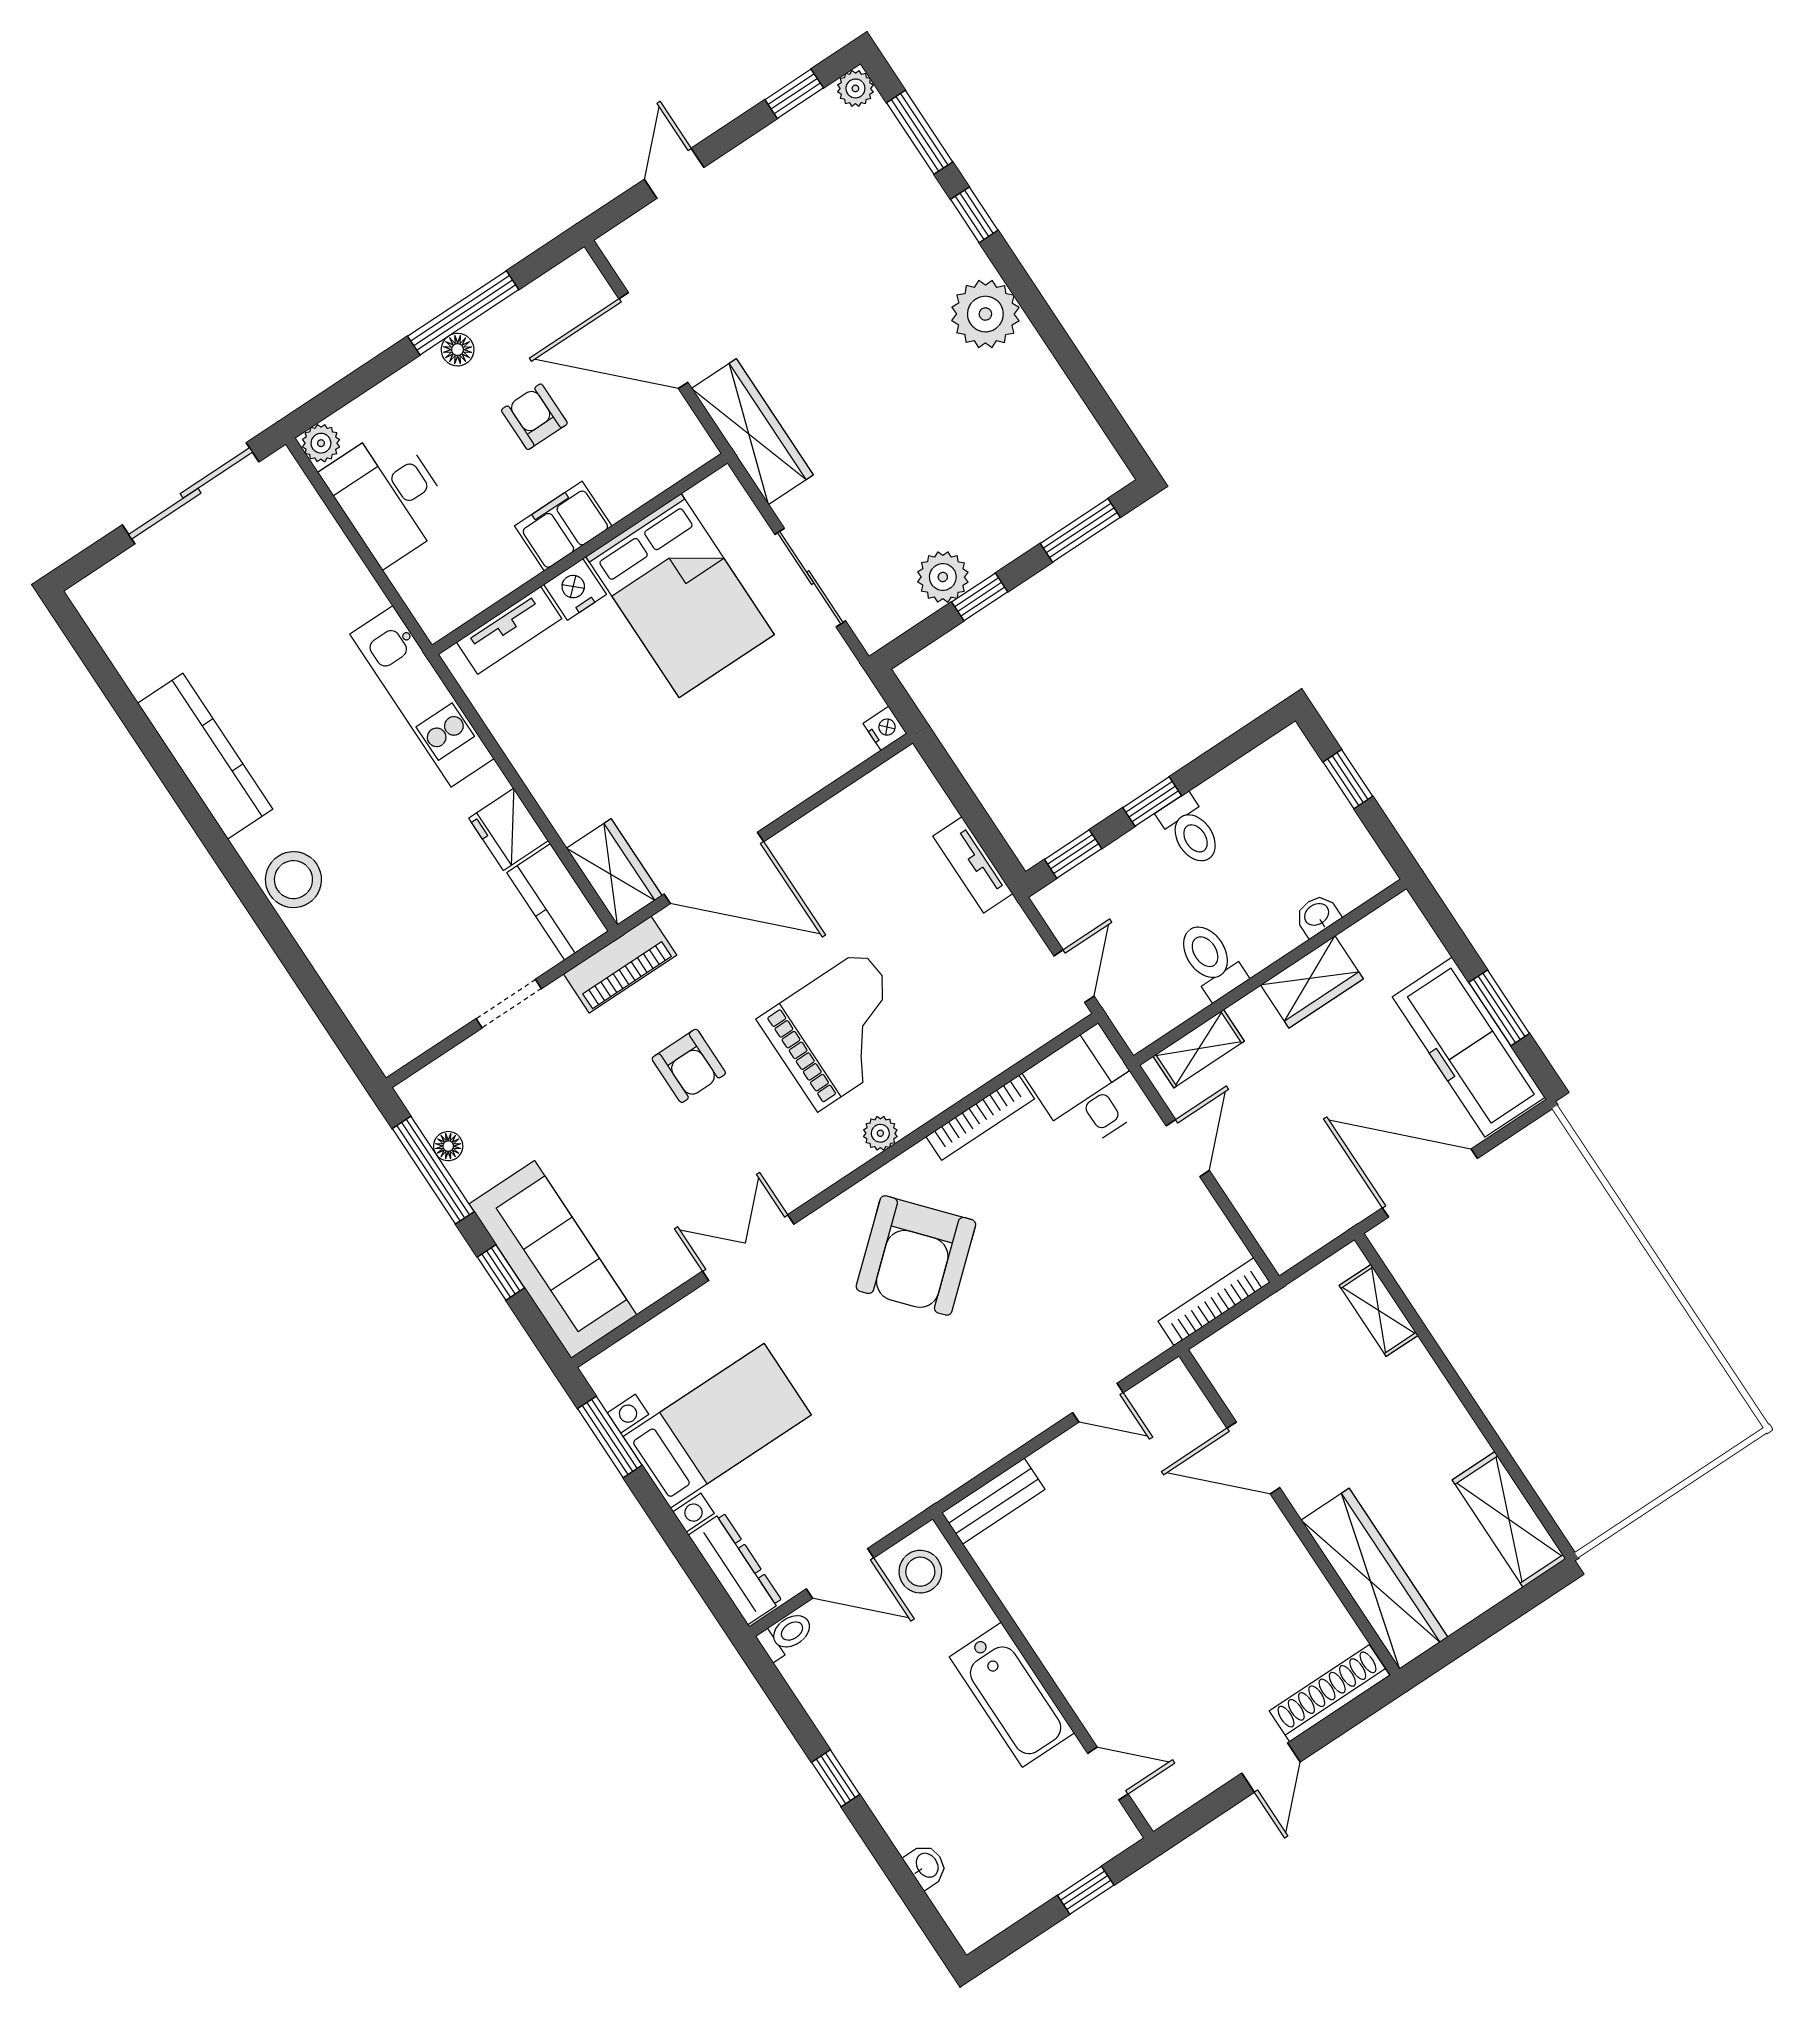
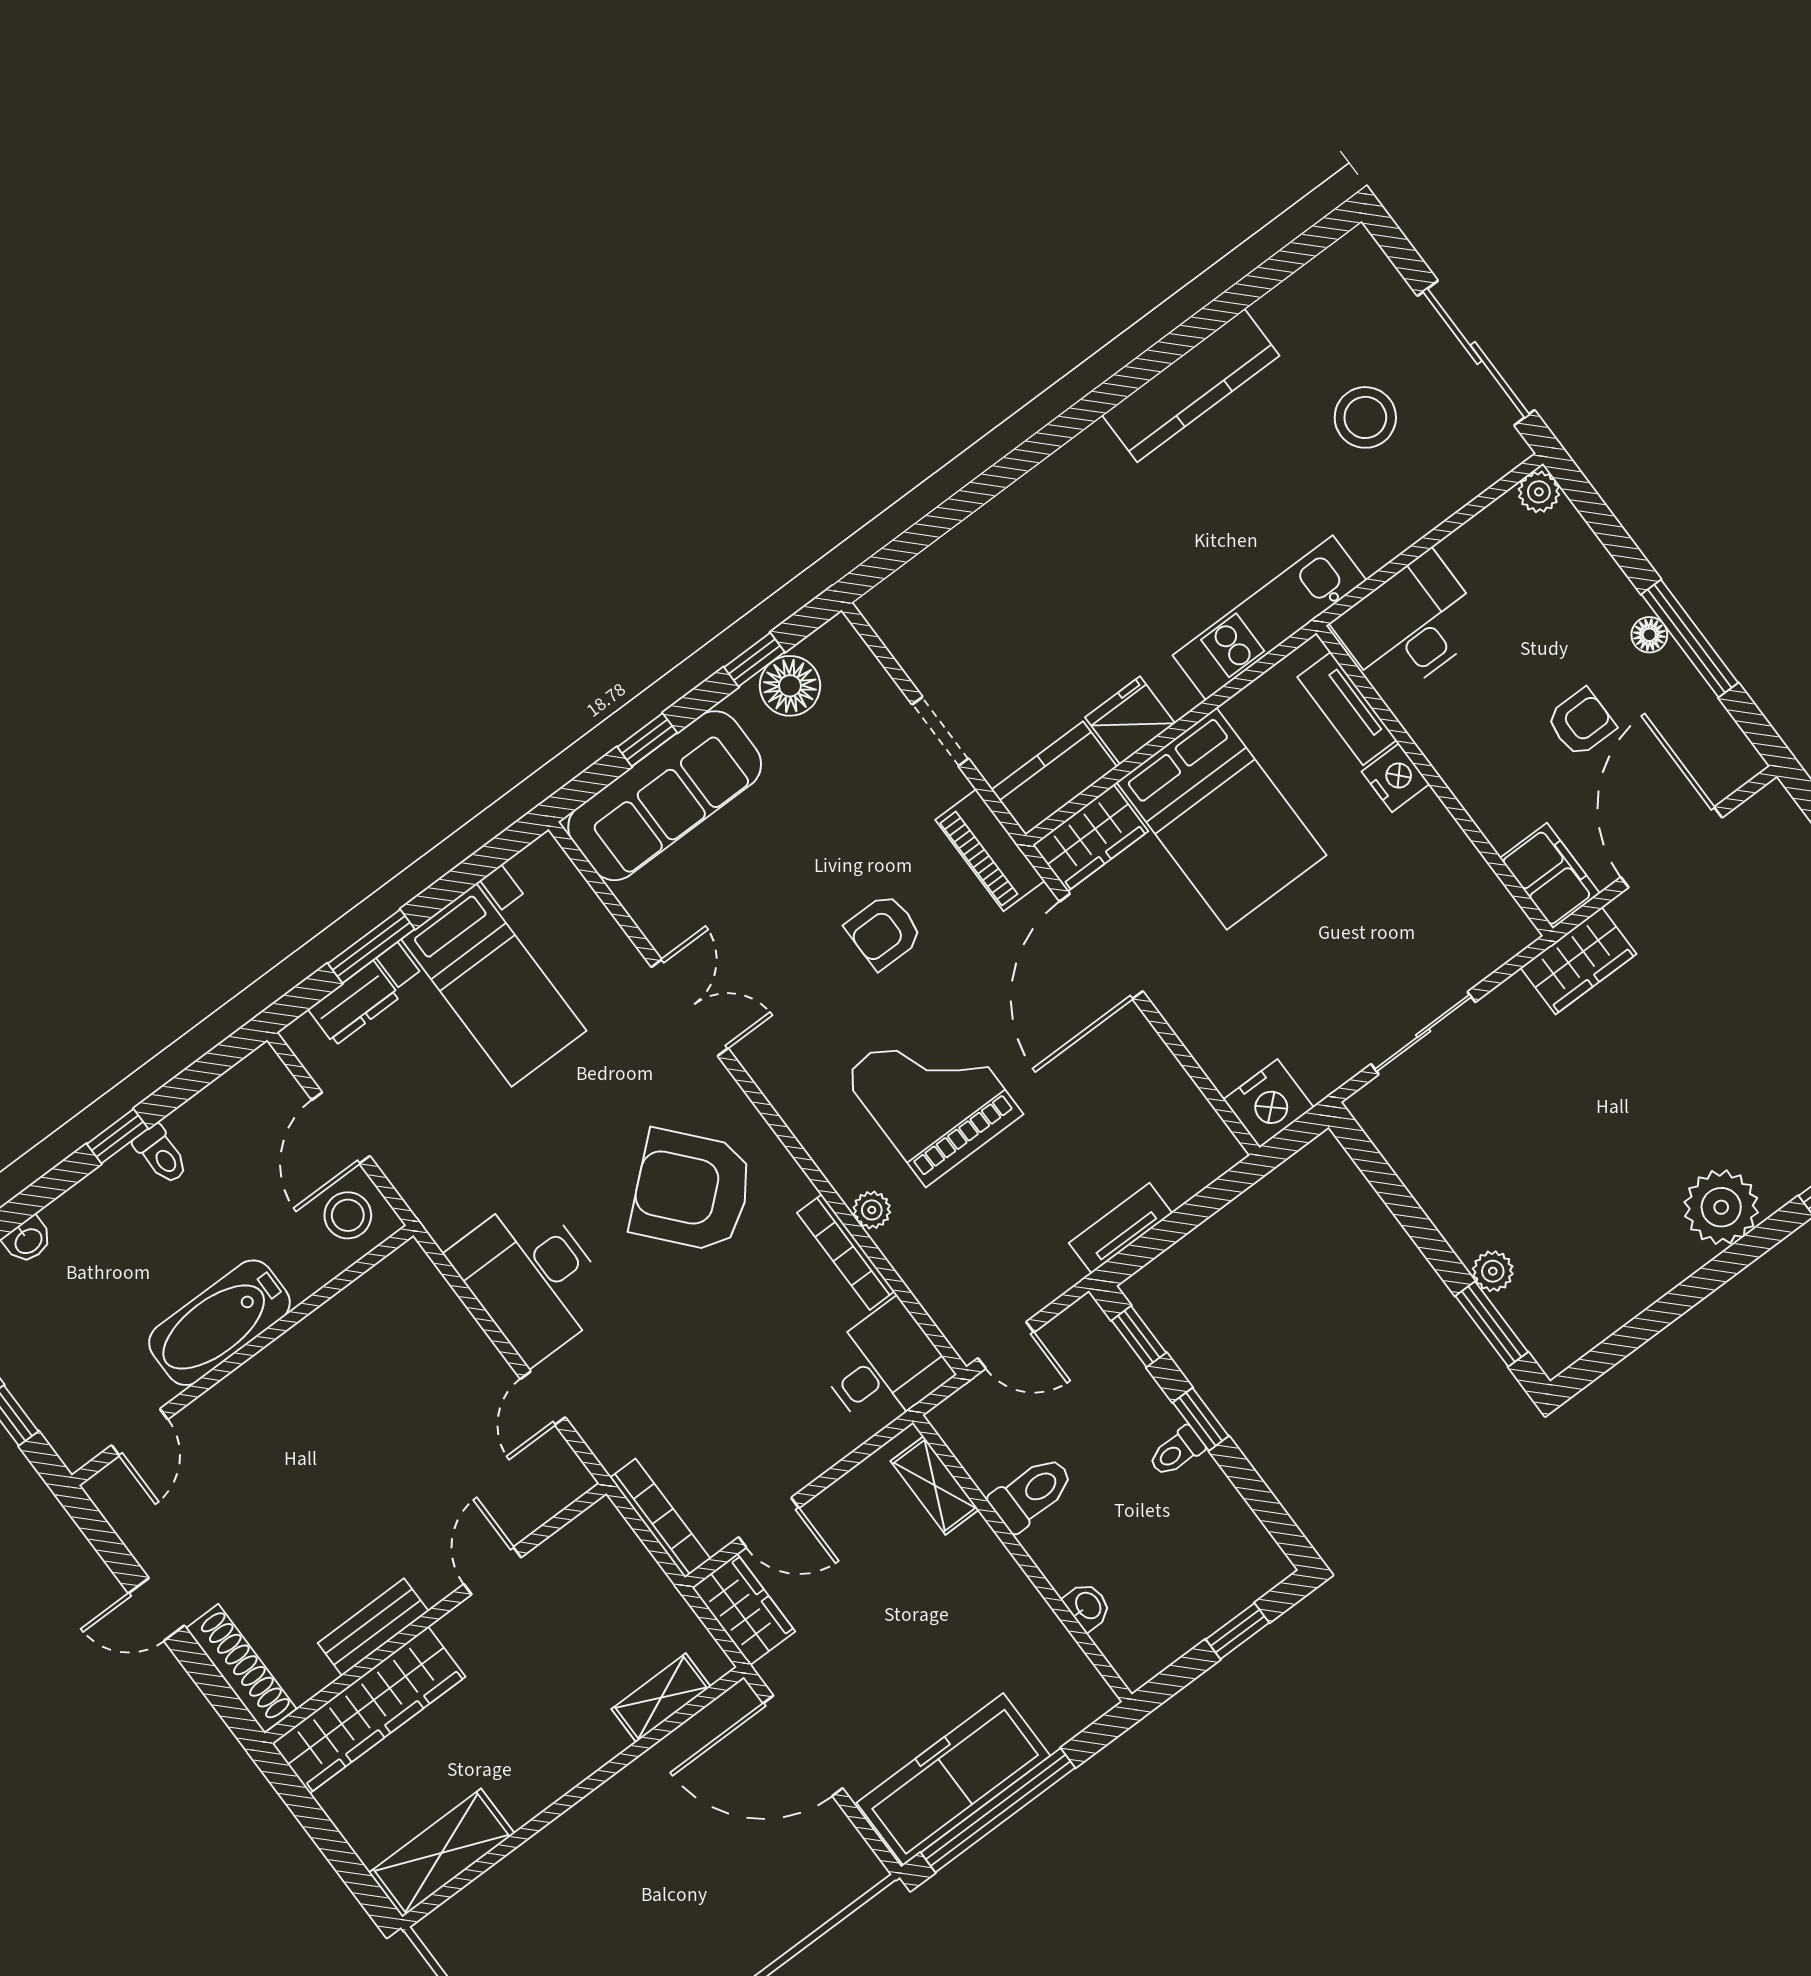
wardrobe: (752, 432) -> (1578, 961), width x0.67
desk: (389, 496) -> (1410, 625), moved
filing cabinet: (563, 526) -> (1550, 876), moved
plant: (943, 577) -> (1493, 1271), moved, width x0.73, depth x0.73
bed: (680, 596) -> (1222, 819), moved, turned -90
window: (980, 597) -> (1413, 1219), removed
nightstand: (885, 728) -> (1268, 1103), width x1.89, depth x1.79
toilet: (1190, 830) -> (1176, 1452), width x0.73, depth x0.72
stool: (293, 880) -> (1365, 417), moved
wardrobe: (1312, 982) -> (744, 1610), moved, turned 180
window: (1499, 1008) -> (998, 1810), width x2.11
grand piano: (841, 1030) -> (932, 1094), turned 180
plant: (880, 1133) -> (872, 1210), moved
floor lamp: (448, 1146) -> (790, 686), width x1.89, depth x1.89
door: (1188, 1148) -> (769, 1523), moved
window: (433, 1170) -> (754, 660), width x0.46
door: (1430, 1183) -> (803, 1746), swing flipped
desk: (987, 1407) -> (531, 1278), added
window: (610, 1437) -> (371, 946), moved
door: (1253, 1458) -> (493, 1571), width x0.73
bench: (993, 1501) -> (373, 1627), moved, turned 90
dresser: (735, 1568) -> (354, 1003), width x0.70
toilet: (786, 1635) -> (161, 1155), moved

